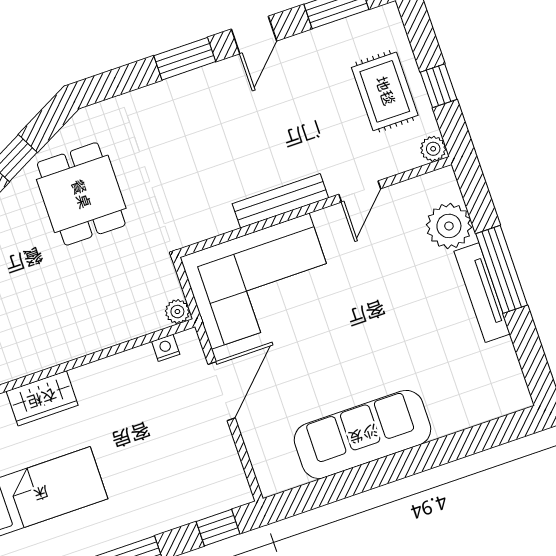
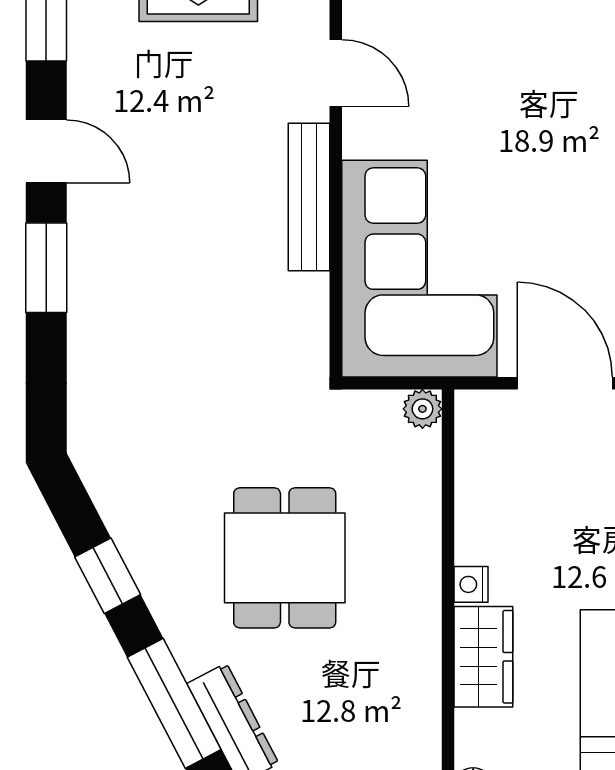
dining table: (81, 194) -> (285, 558), moved, turned 90
nightstand: (166, 348) -> (471, 584), moved

